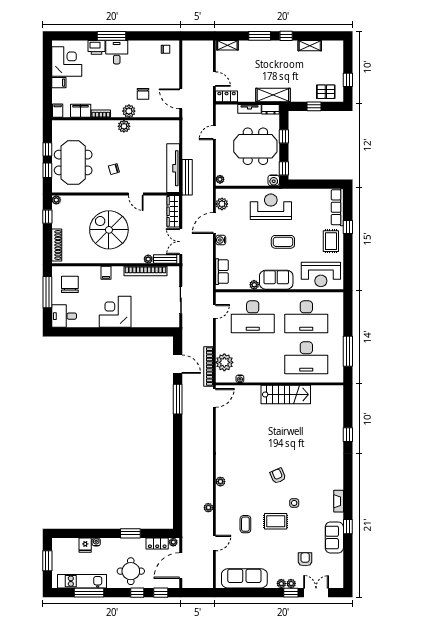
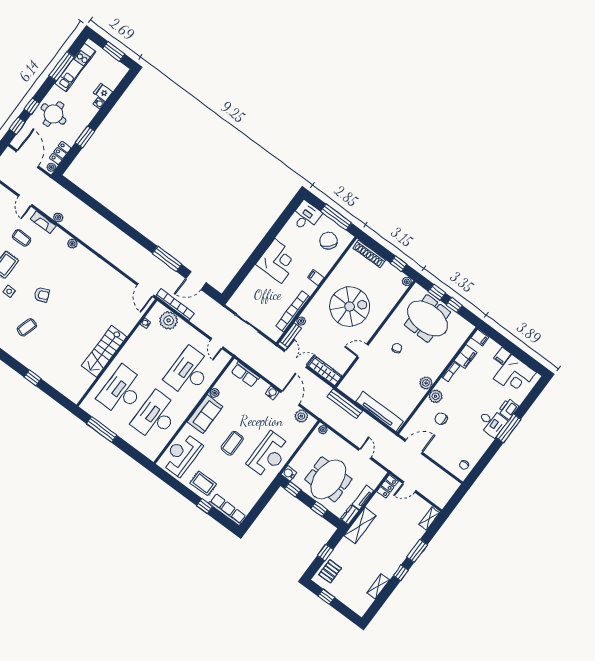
tv unit: (173, 168) -> (379, 411), moved
chair: (70, 284) -> (329, 241), turned -136
coffee table: (312, 468) -> (27, 327), added
fireplace: (221, 517) -> (43, 222), added

